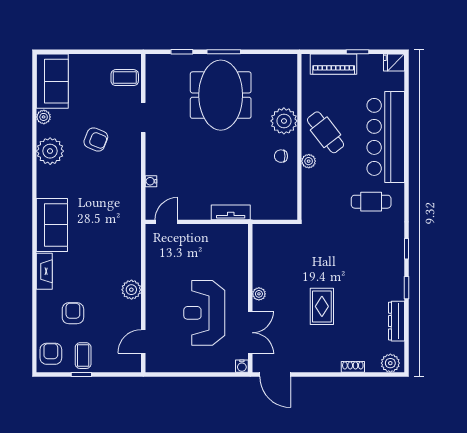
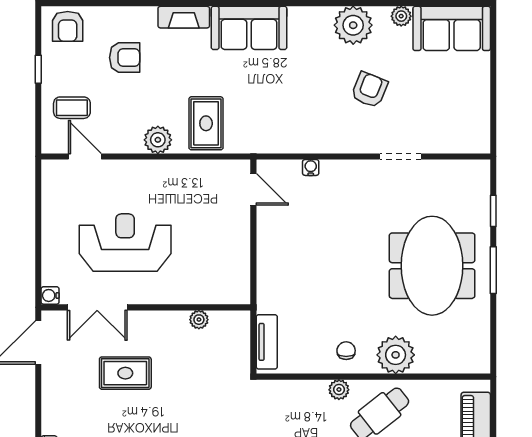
coffee table: (125, 78) -> (457, 130), removed
meeting table: (221, 95) -> (432, 266), turned 90
armchair: (96, 140) -> (369, 90), turned 180
tv unit: (231, 212) -> (267, 342), moved
rug: (120, 255) -> (206, 123), added
plant: (259, 294) -> (199, 320), moved
rug: (322, 306) -> (125, 373), moved
armchair: (51, 354) -> (68, 26), turned 90
coffee table: (83, 356) -> (72, 108), moved

